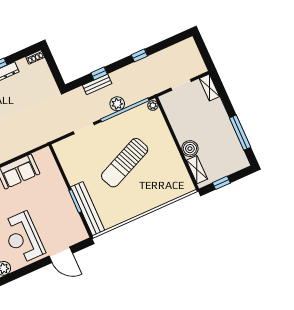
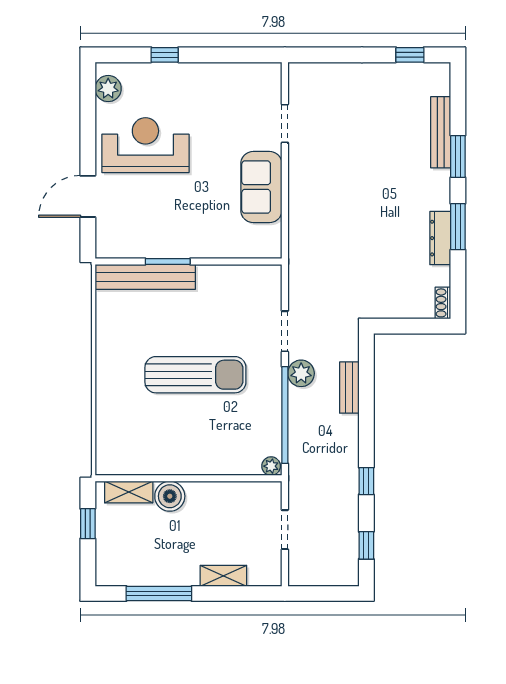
window: (99, 73) -> (366, 545), moved
shelving: (209, 87) -> (223, 576), moved
plant: (117, 104) -> (301, 373), moved
sun lounger: (125, 163) -> (195, 375), turned 114

